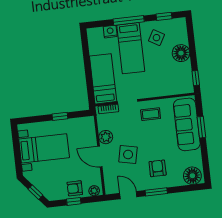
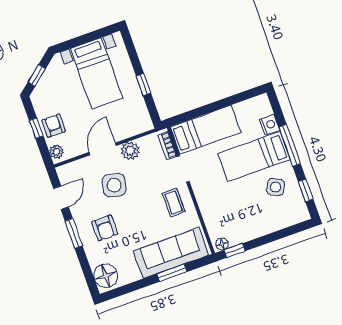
floor lamp: (181, 53) -> (222, 244), moved, width x0.53, depth x0.53
armchair: (158, 168) -> (105, 228), turned 90

